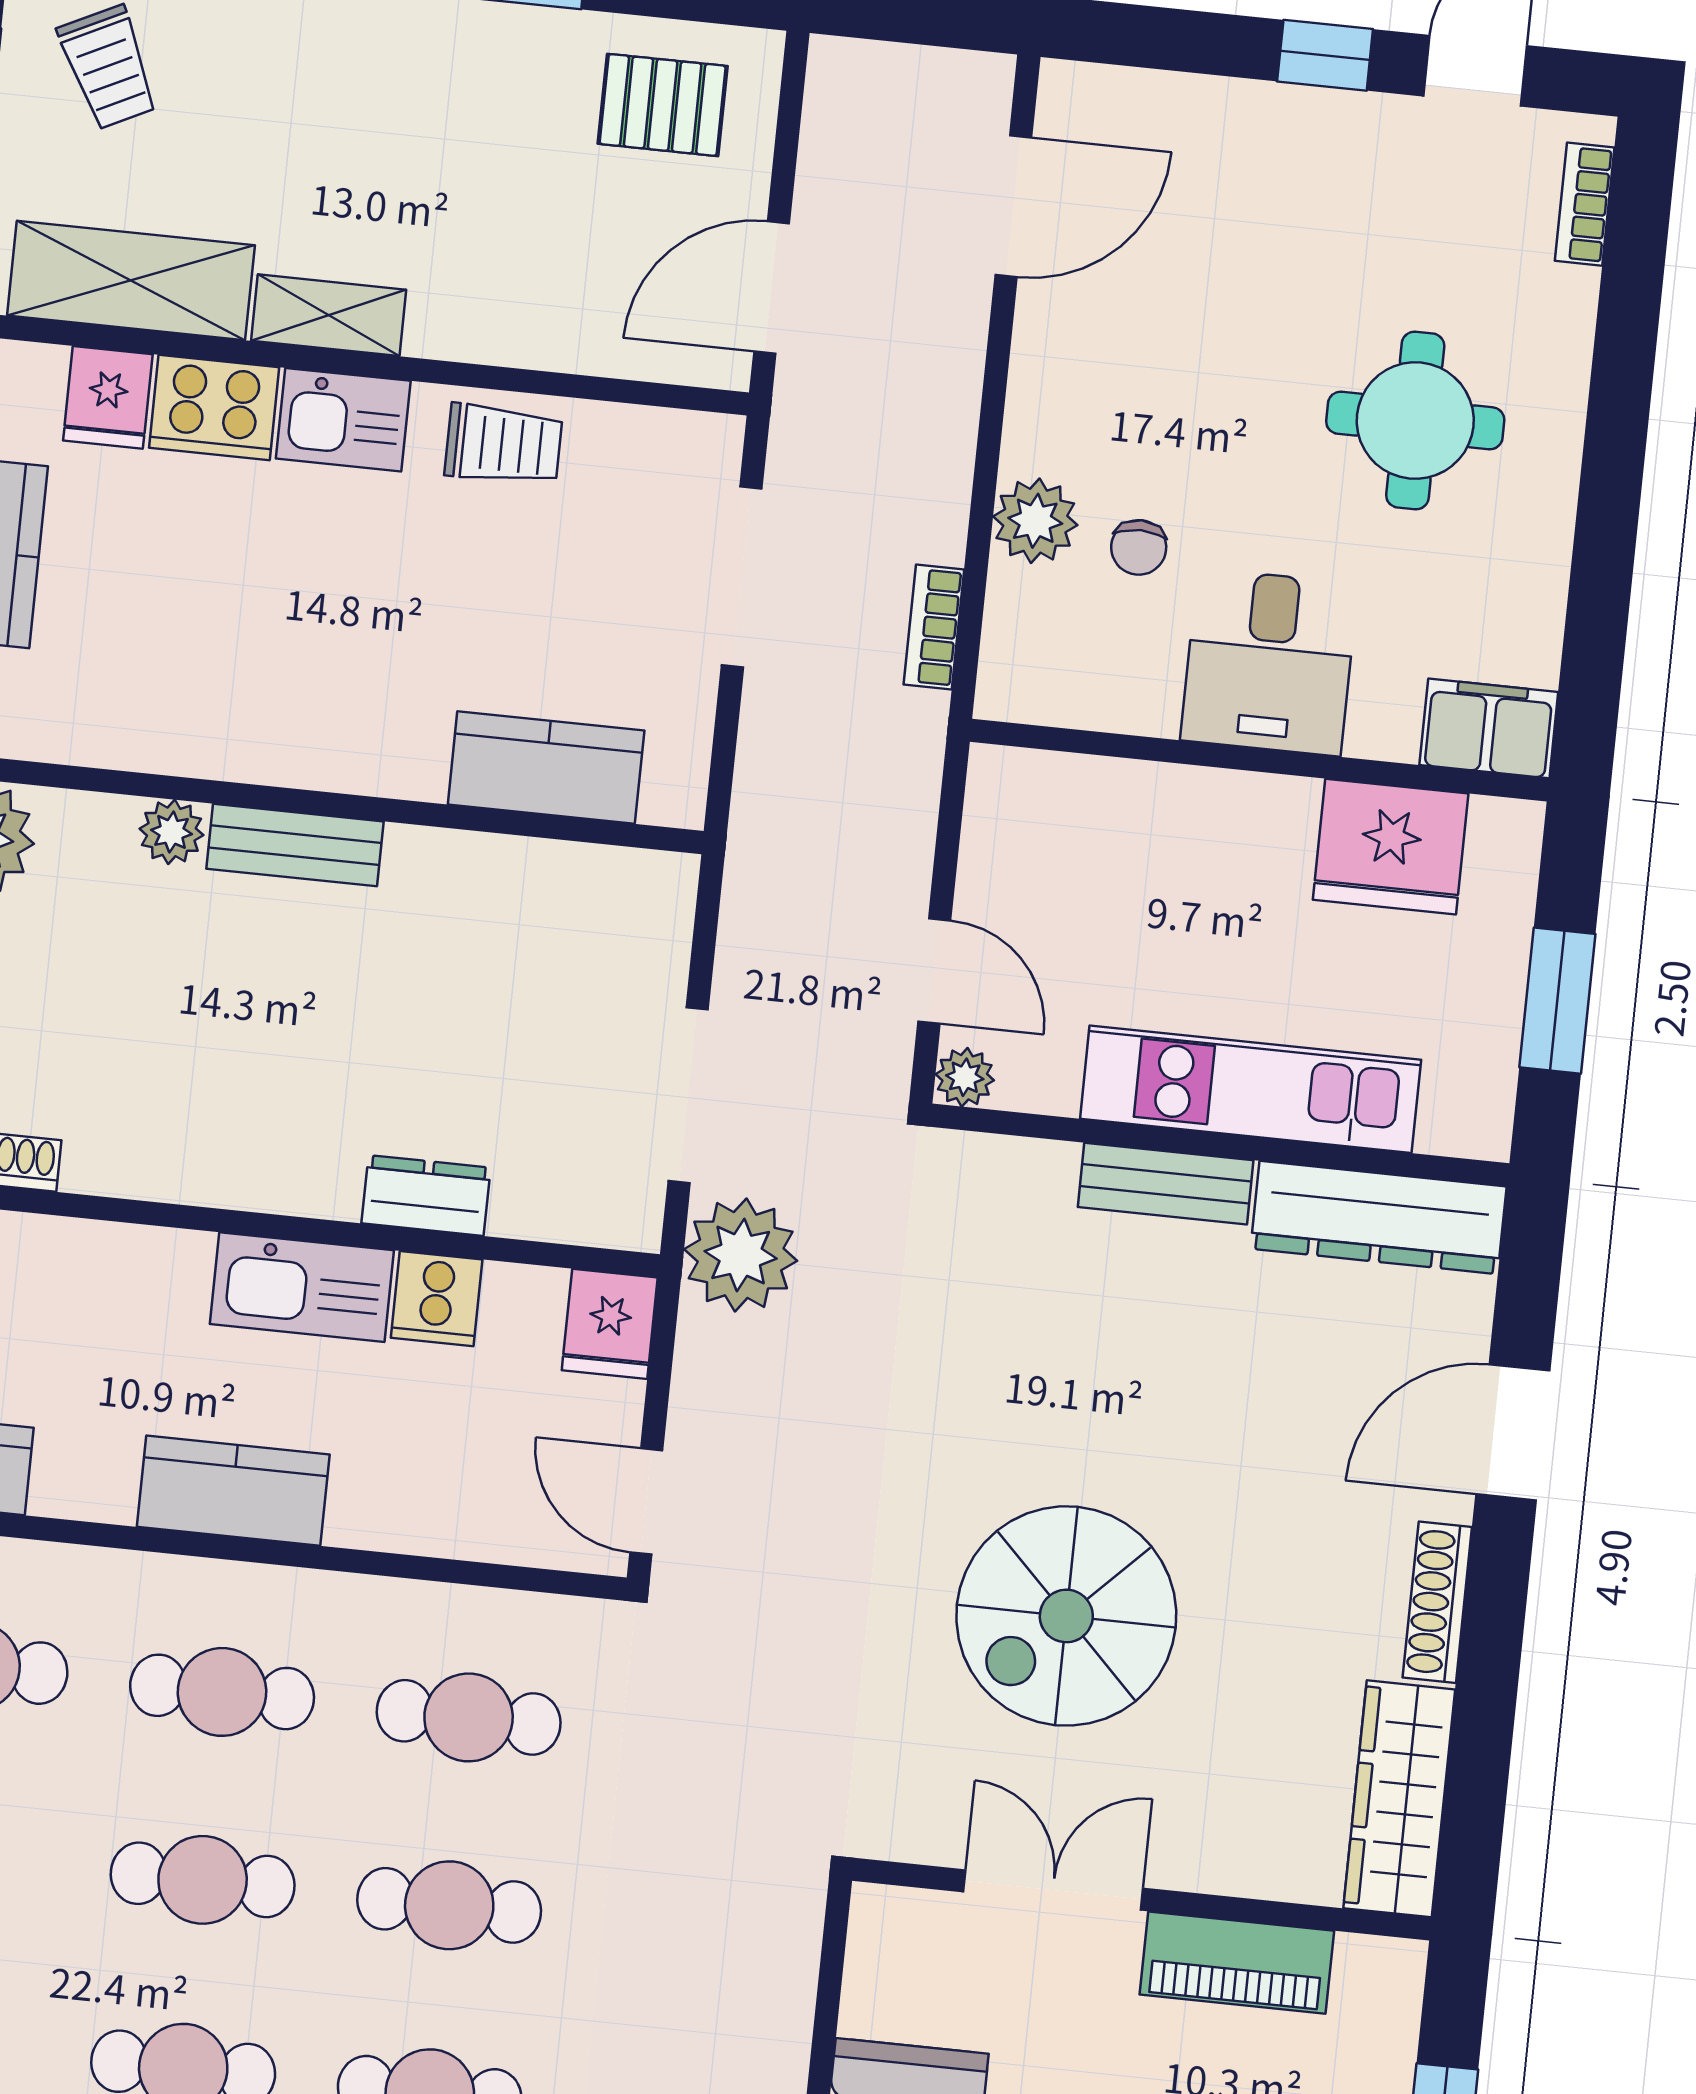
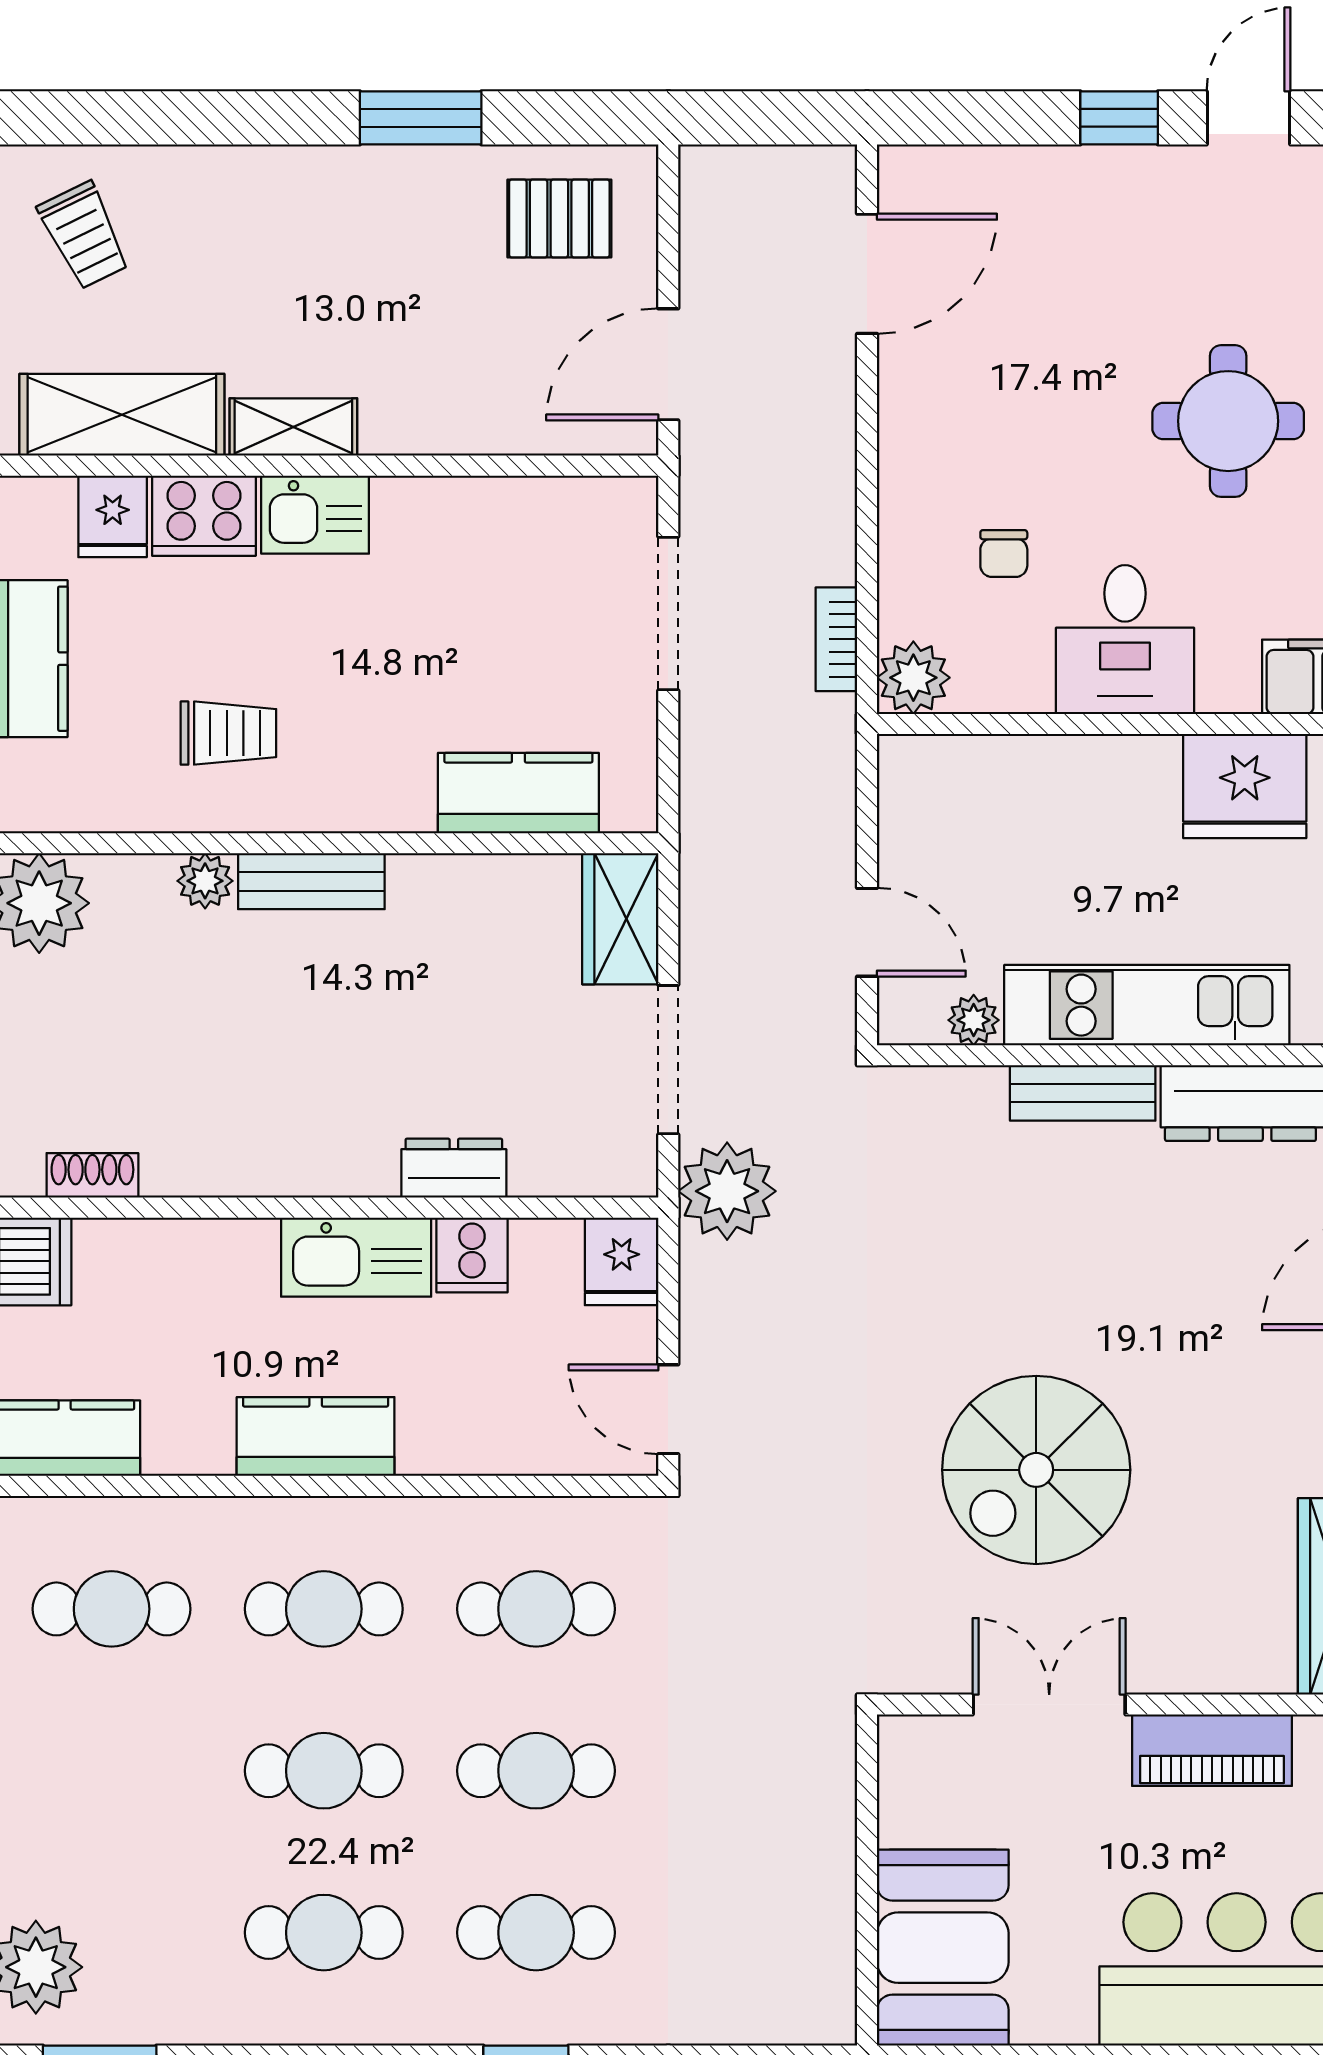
trolley: (504, 444) -> (228, 733), moved
plant: (1035, 521) -> (913, 678), moved
wardrobe: (649, 926) -> (620, 919), added
plant: (965, 1077) -> (974, 1020), moved

